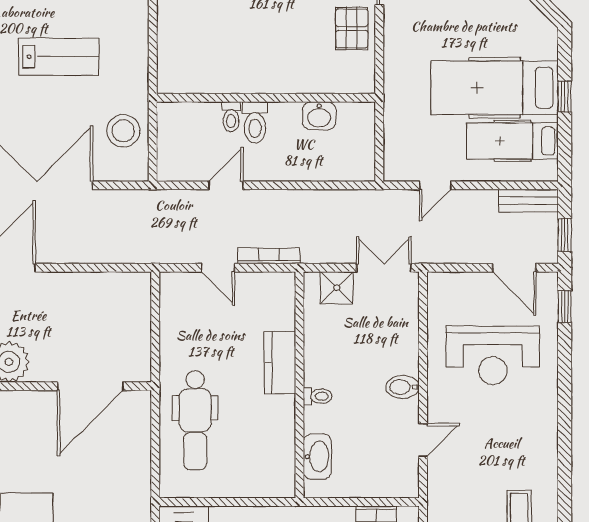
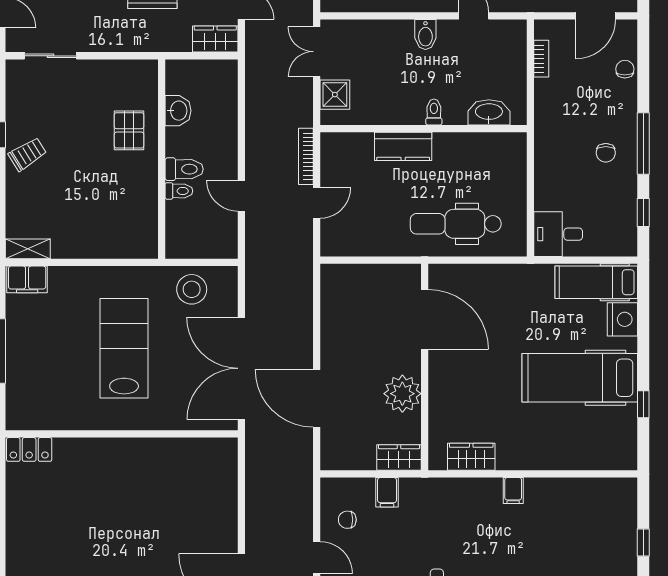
pallet: (352, 28) -> (129, 130), moved, turned 90
lab bench: (59, 57) -> (124, 348), width x1.36, depth x1.39
wardrobe: (398, 157) -> (215, 39), added
dental chair: (195, 420) -> (456, 224), turned 180

